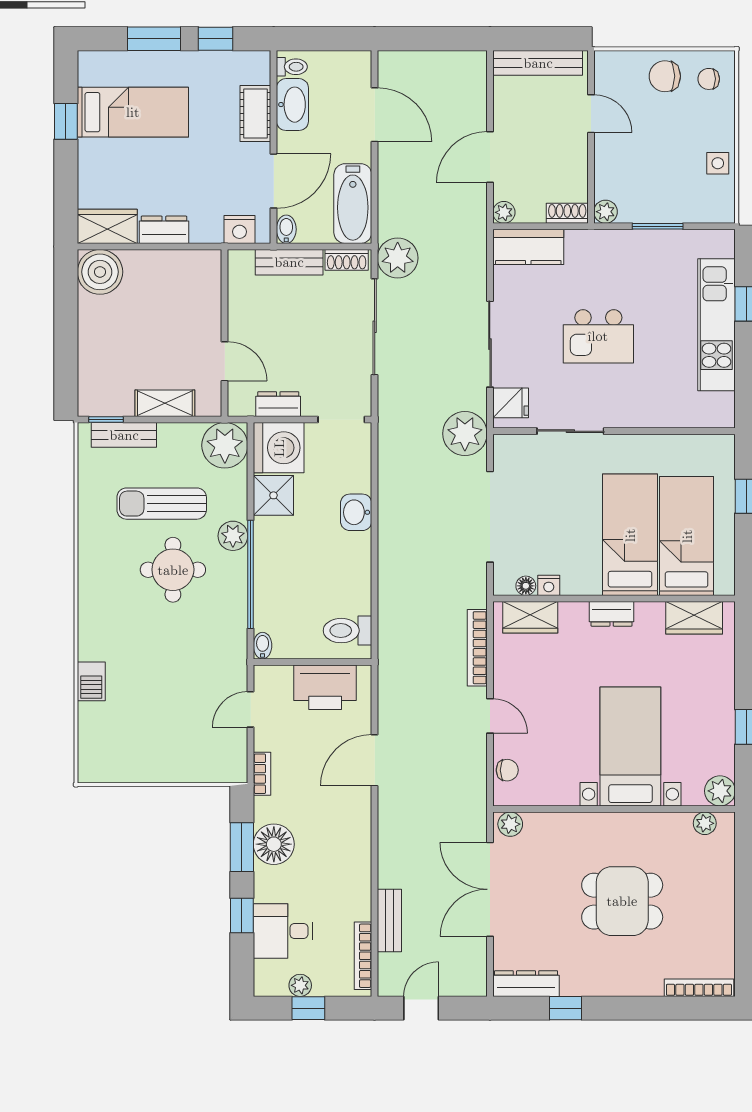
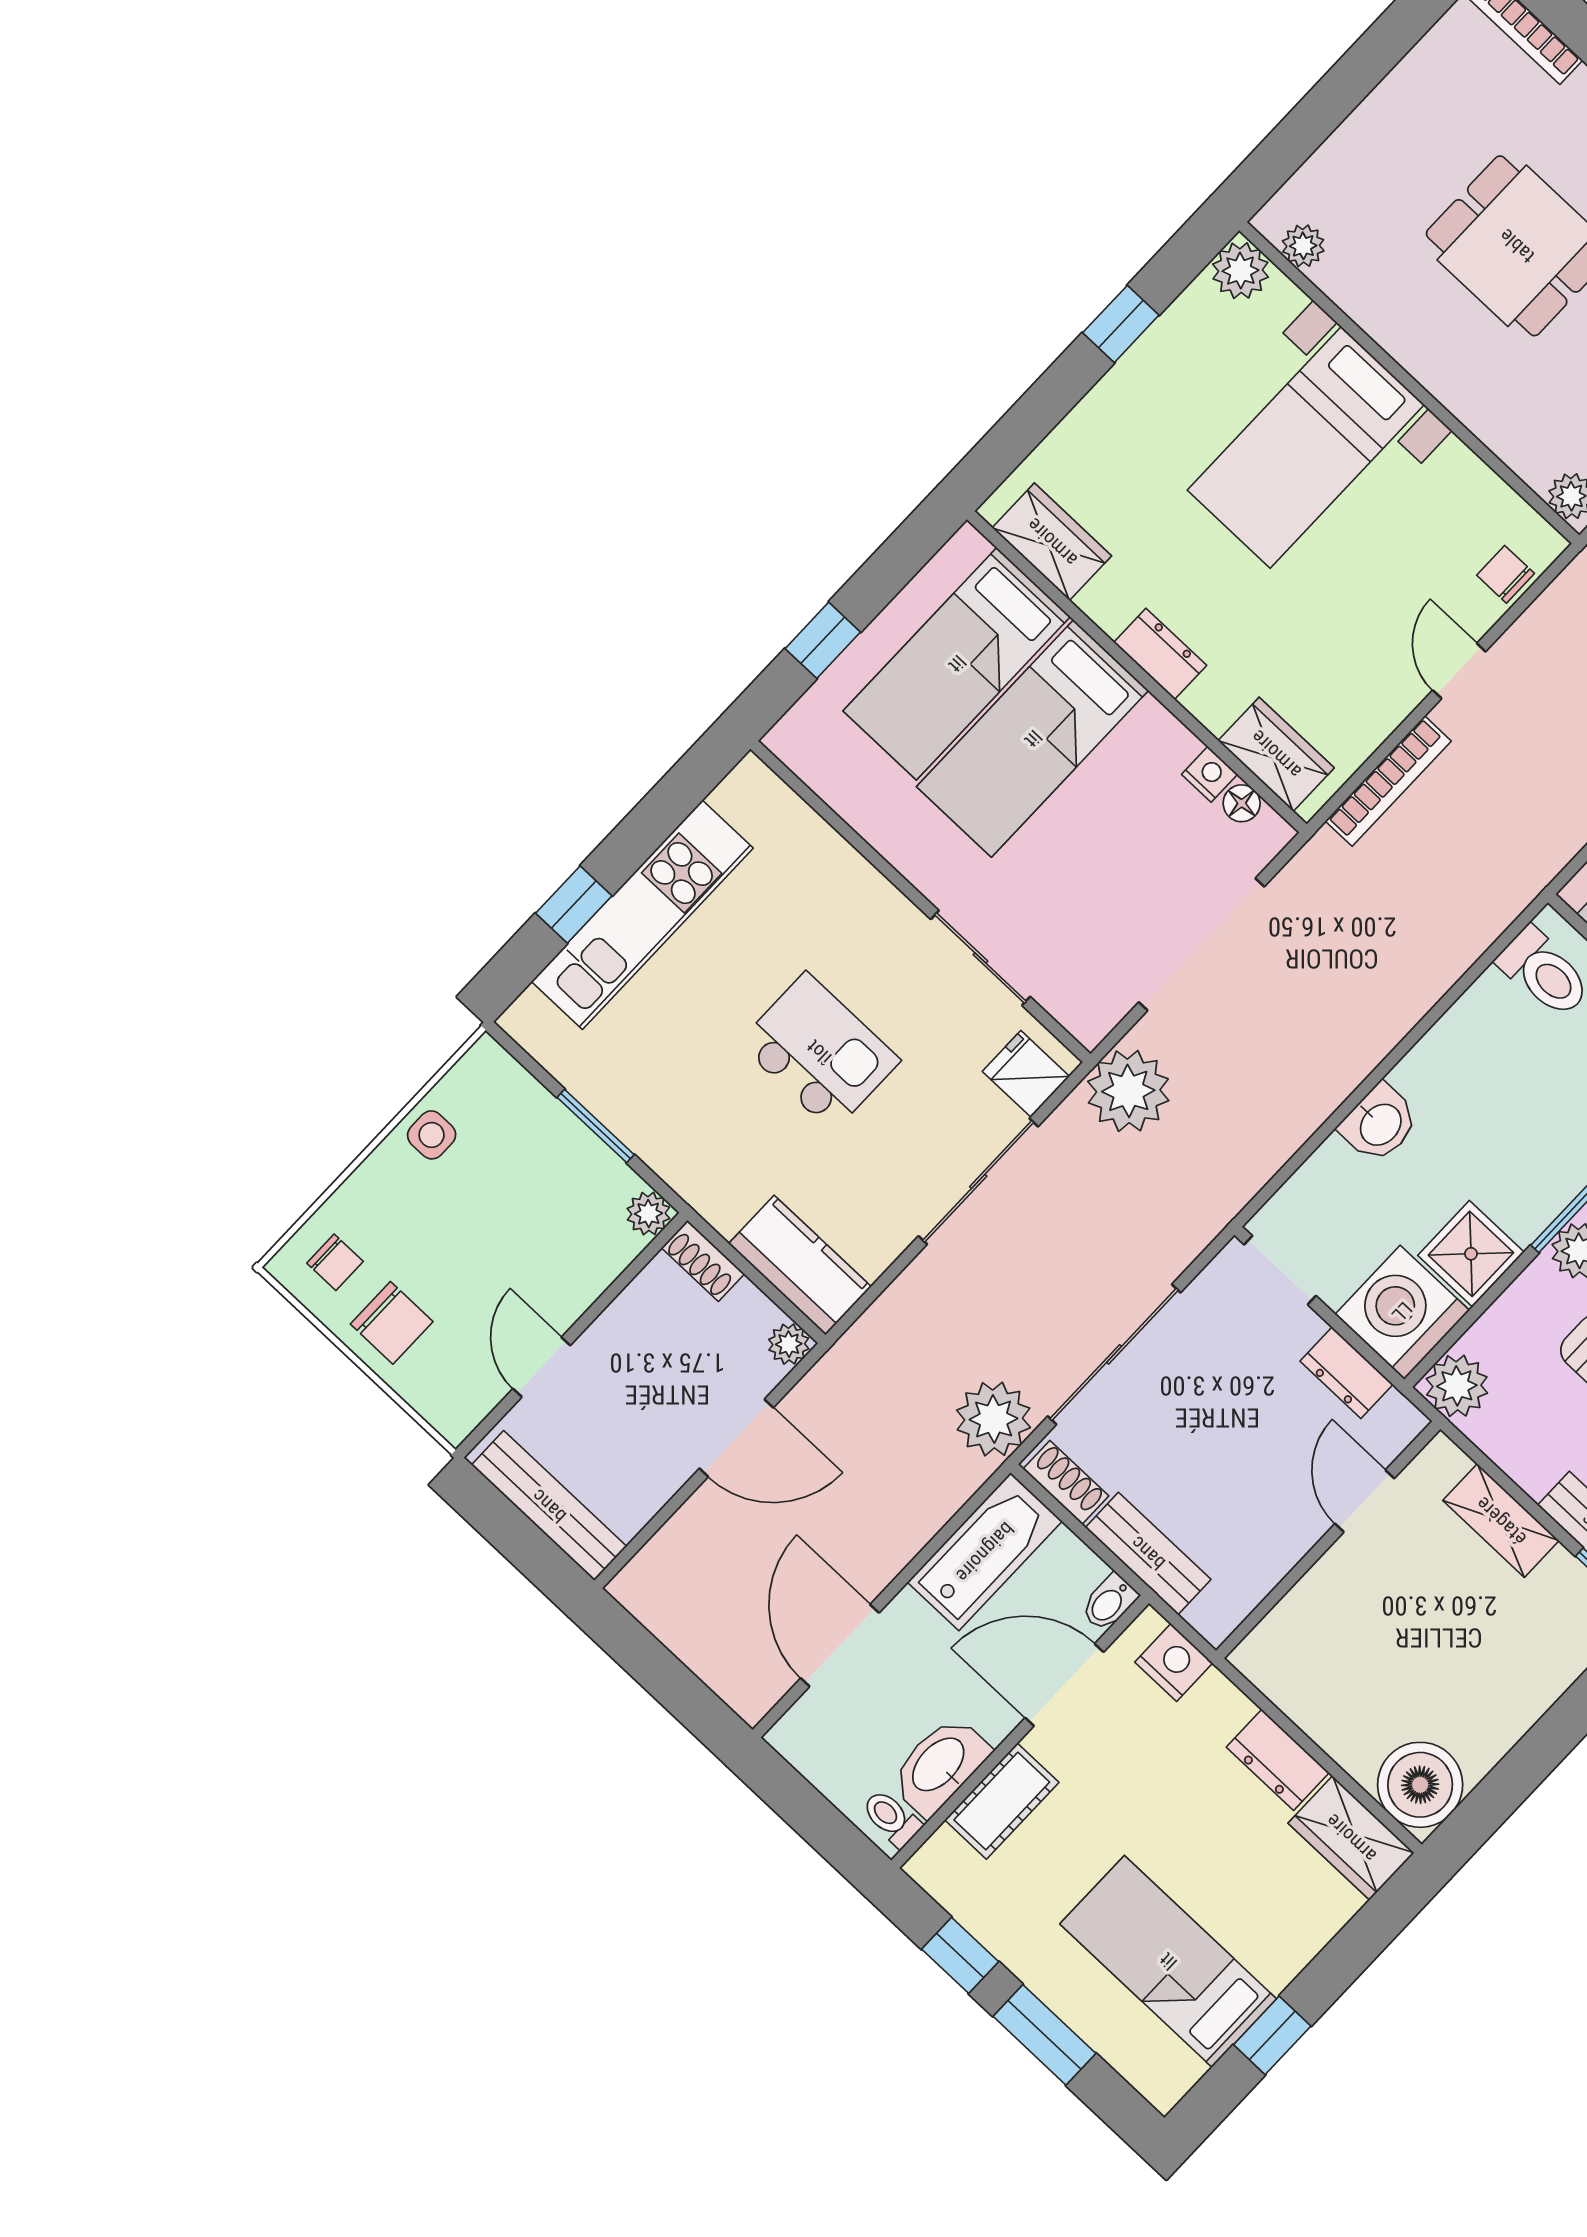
plant: (225, 445) -> (1457, 1386), width x0.73, depth x0.73

